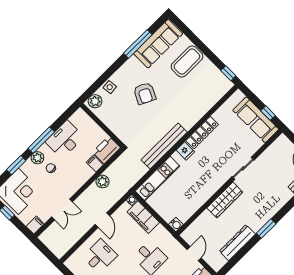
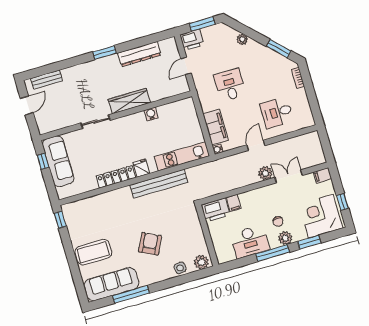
plant: (103, 182) -> (265, 173), moved
water cooler: (176, 224) -> (151, 114), moved

